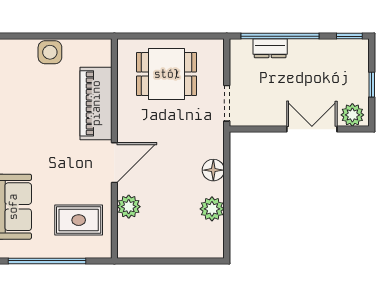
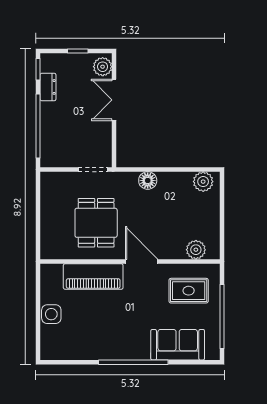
dresser: (270, 48) -> (48, 87), moved
dining table: (167, 74) -> (96, 223), moved
plant: (129, 207) -> (196, 250), moved
plant: (212, 209) -> (203, 182), moved
rug: (79, 220) -> (189, 291), turned 90

